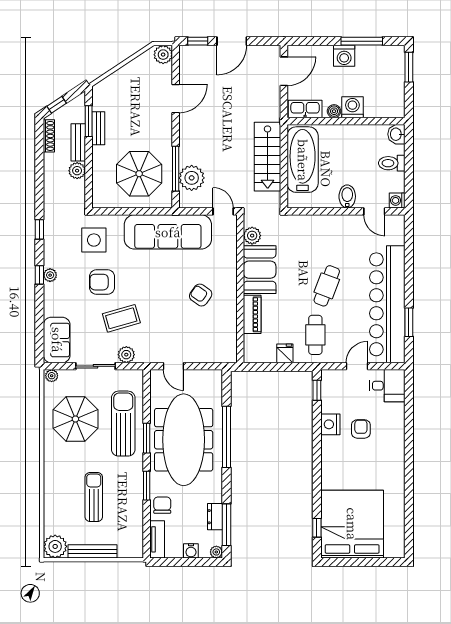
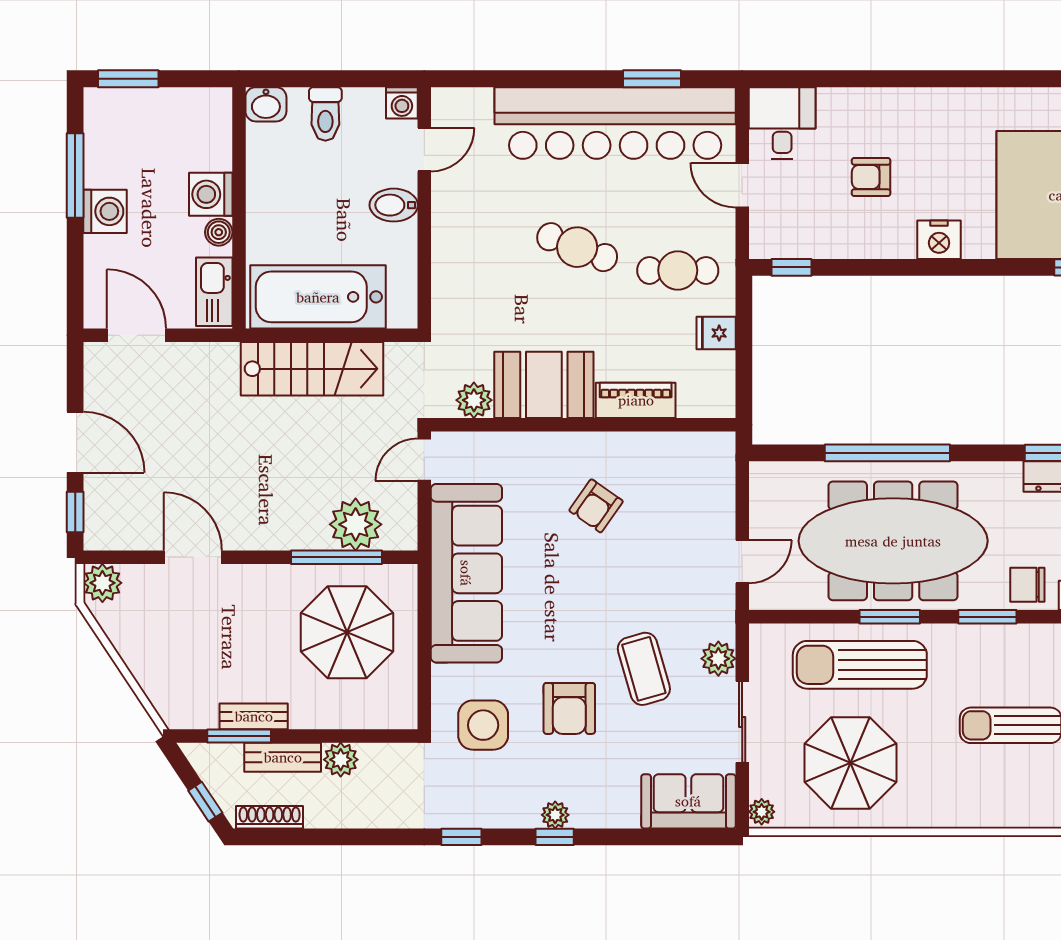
nightstand: (330, 424) -> (939, 240), moved

